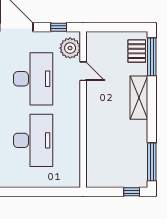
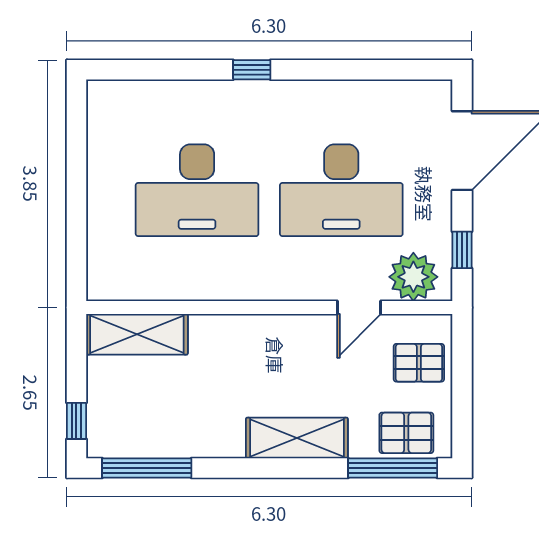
pallet: (107, 46) -> (419, 363), added
shelving: (95, 166) -> (137, 334), added

